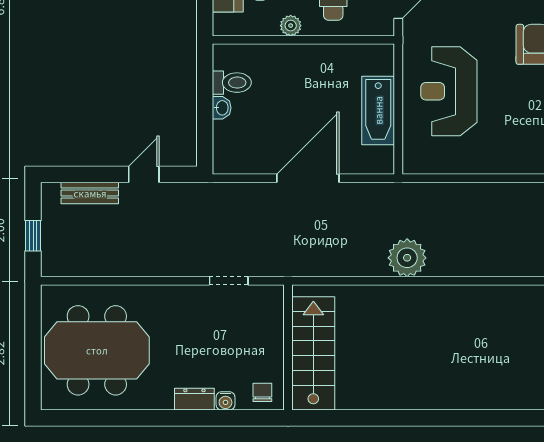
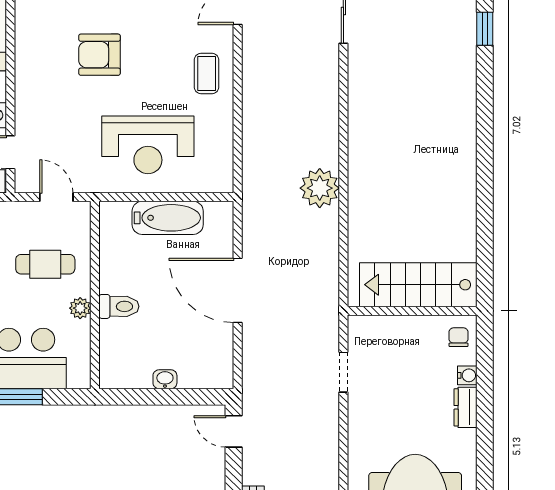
toilet: (232, 83) -> (119, 306), moved, turned 90
coffee table: (518, 148) -> (207, 73), added
door: (144, 174) -> (234, 431), moved
chair: (262, 392) -> (458, 337), turned 90

